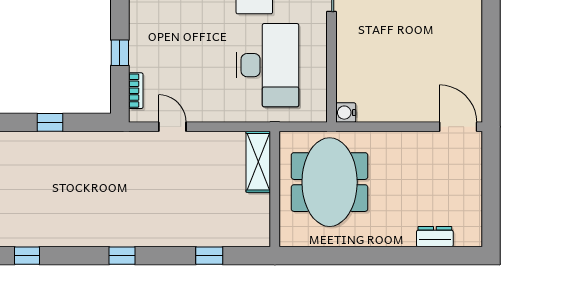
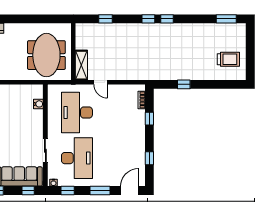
water cooler: (346, 113) -> (38, 104), moved
door: (172, 127) -> (101, 82), moved
window: (27, 256) -> (167, 19), moved

